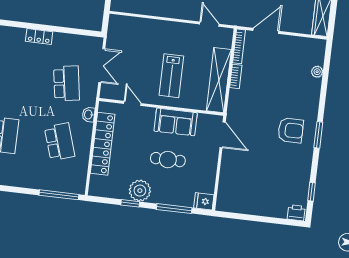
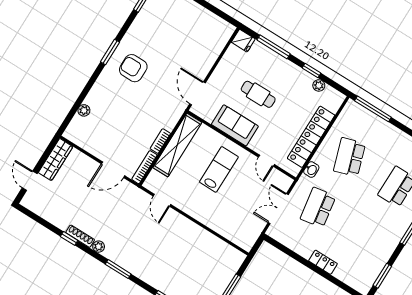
plant: (140, 191) -> (319, 85), moved, width x0.53, depth x0.53

